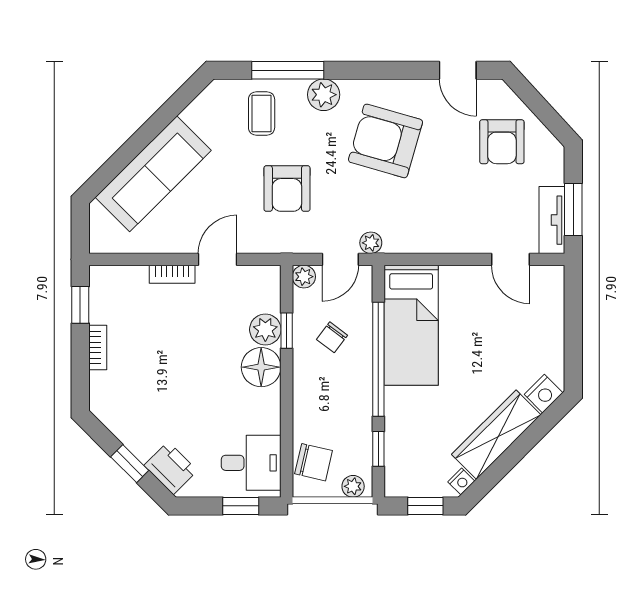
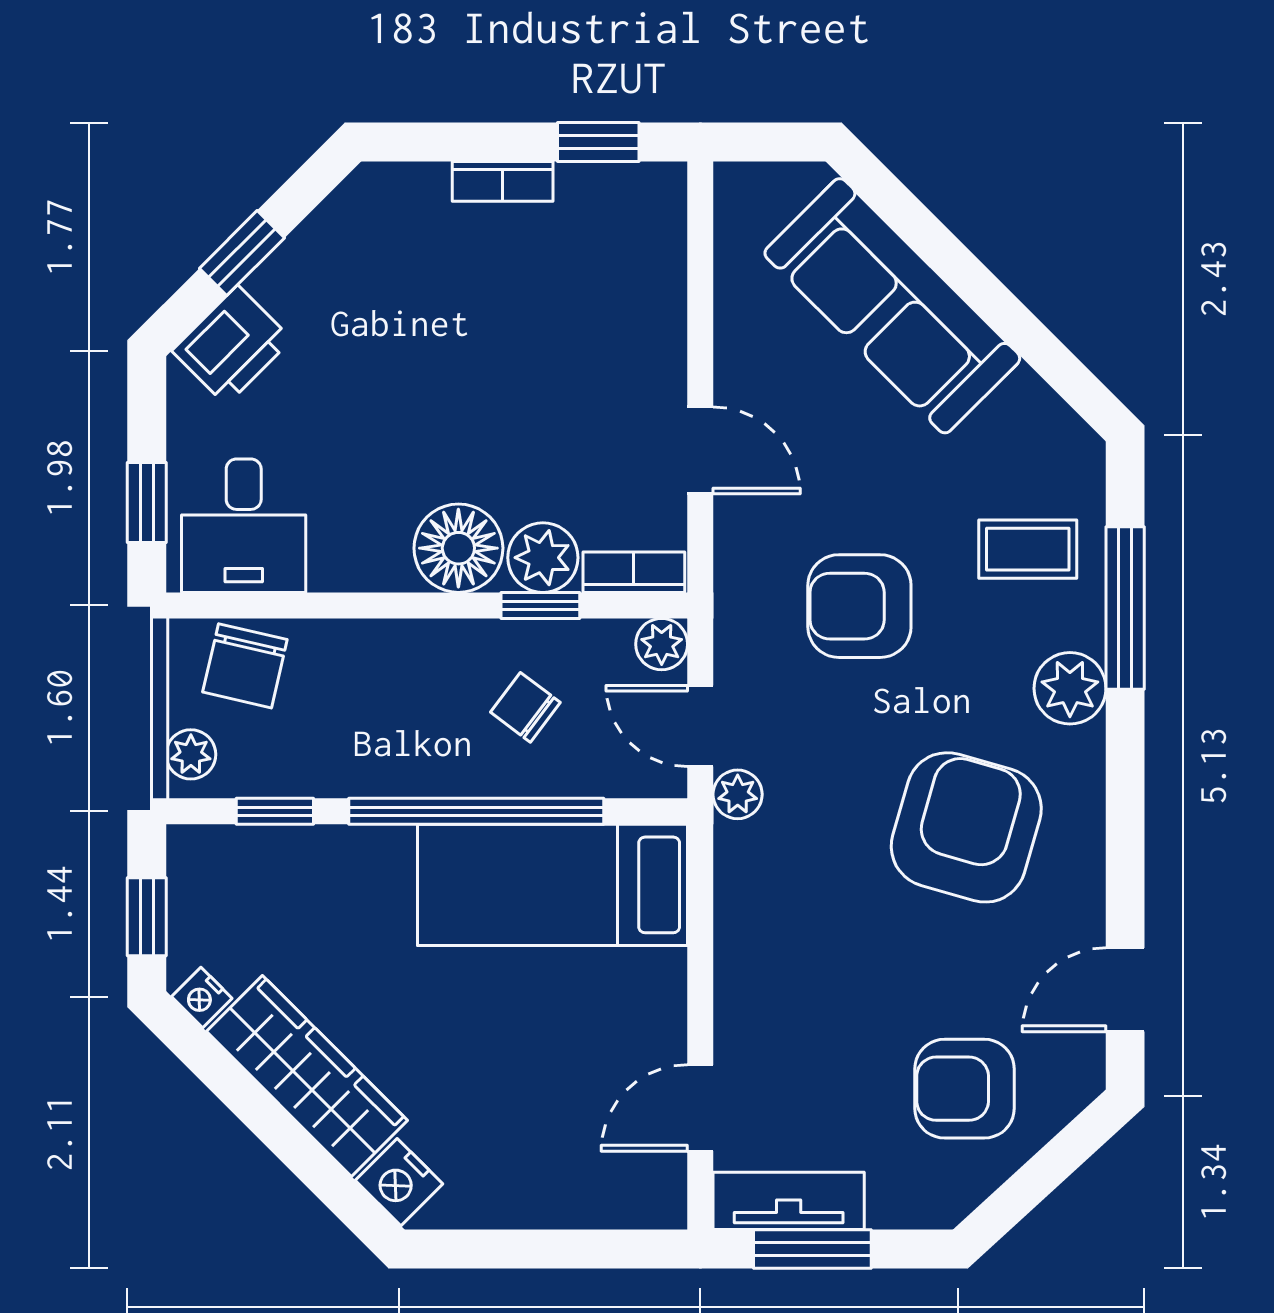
bookcase: (172, 274) -> (634, 572), moved, turned 90

